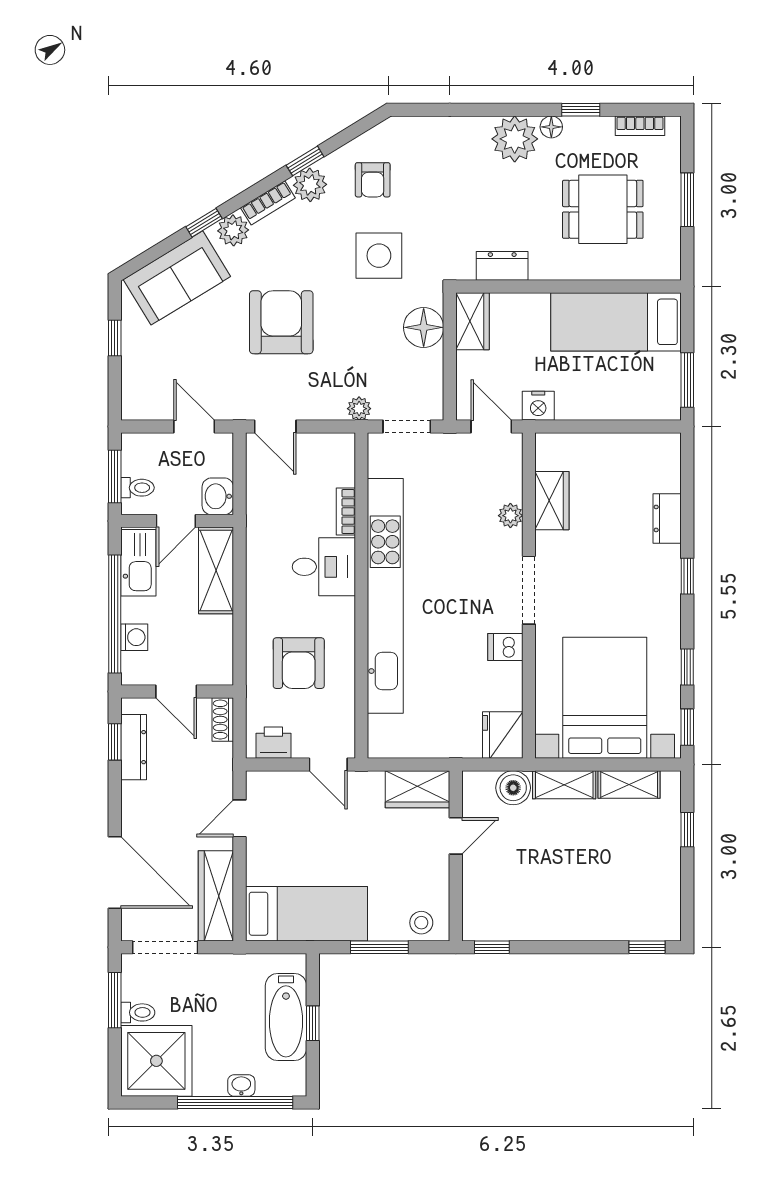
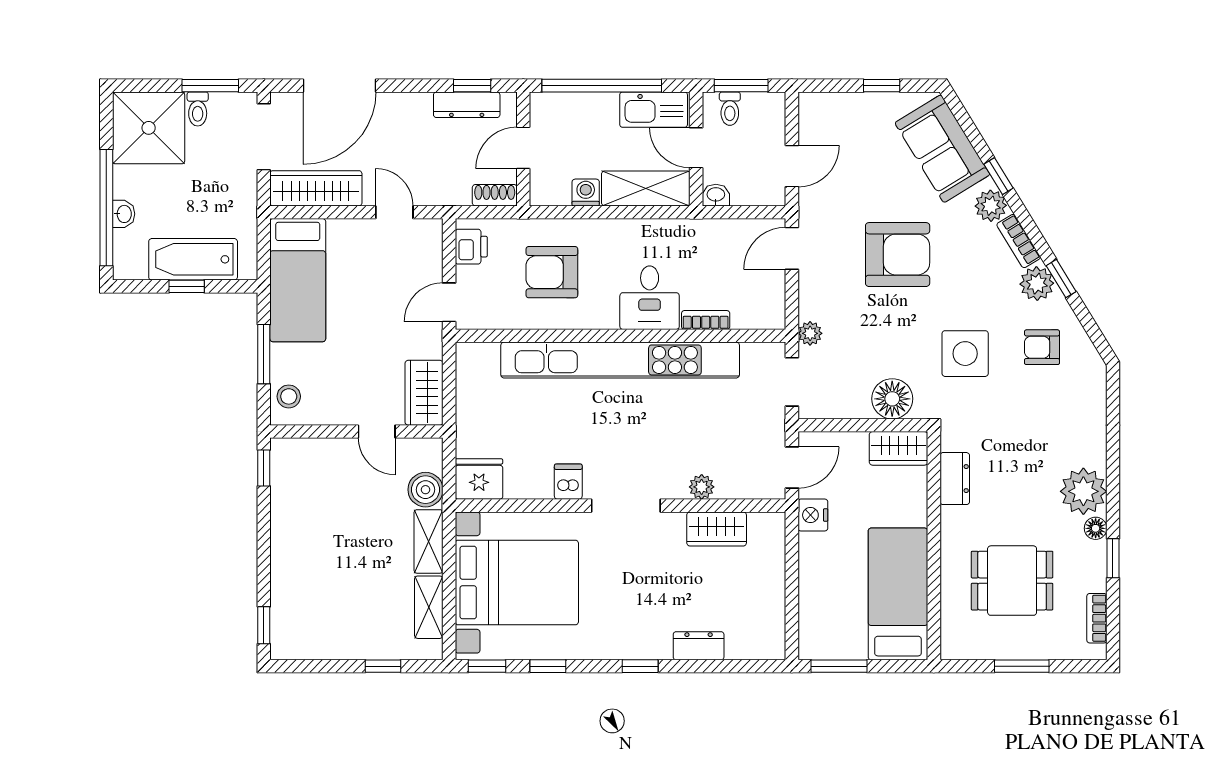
dining table: (603, 209) -> (1012, 581), turned 90
washbasin: (218, 496) -> (716, 195), width x0.72, depth x0.69
washing machine: (134, 637) -> (586, 193), moved, turned 180

